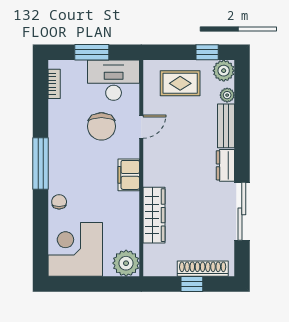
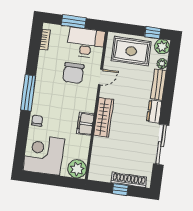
rug: (180, 83) -> (131, 51), width x1.36, depth x1.43
filing cabinet: (129, 175) -> (85, 124), moved
wardrobe: (154, 215) -> (104, 117), moved

